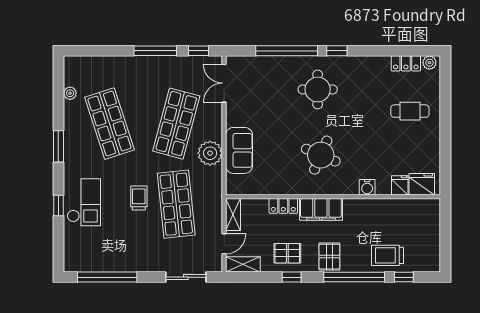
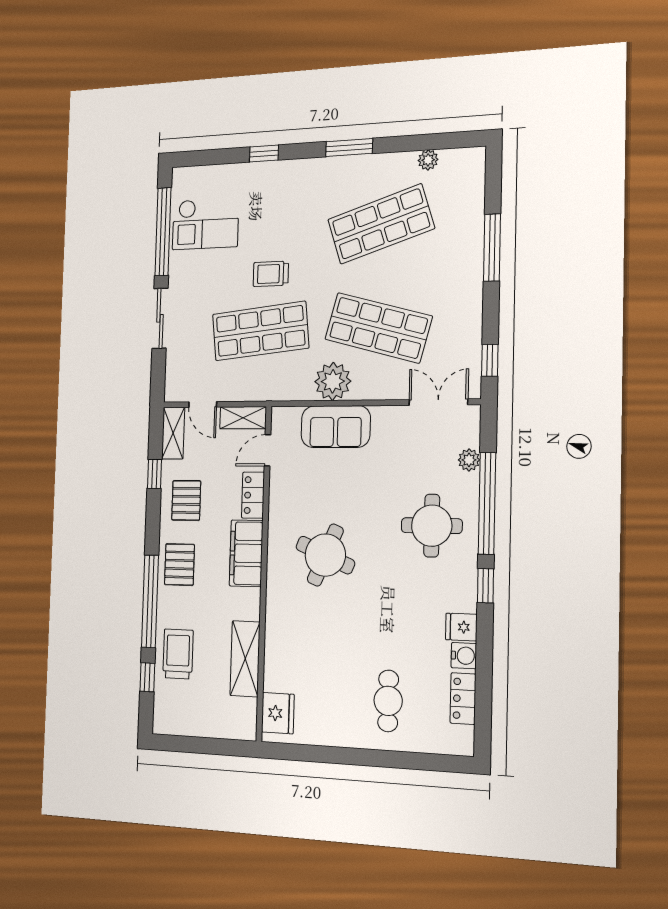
window: (155, 51) -> (492, 248), moved
plant: (429, 63) -> (469, 460), moved
round table: (318, 89) -> (432, 526), moved
fridge: (400, 185) -> (461, 627), moved, turned 180
water cooler: (367, 187) -> (464, 656), moved, turned 180
door: (254, 197) -> (268, 450), added
trolley: (139, 198) -> (271, 274), turned 180
checkout: (84, 202) -> (205, 224), moved
shelving: (389, 208) -> (245, 659), added
pallet: (329, 257) -> (179, 565), turned 90
sliding door: (186, 277) -> (160, 318), moved
window: (292, 277) -> (154, 474), moved

